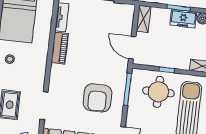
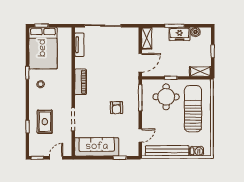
piano: (60, 48) -> (81, 82), moved
door: (132, 48) -> (140, 63), swing flipped
armchair: (97, 98) -> (116, 108), width x0.53, depth x0.53

